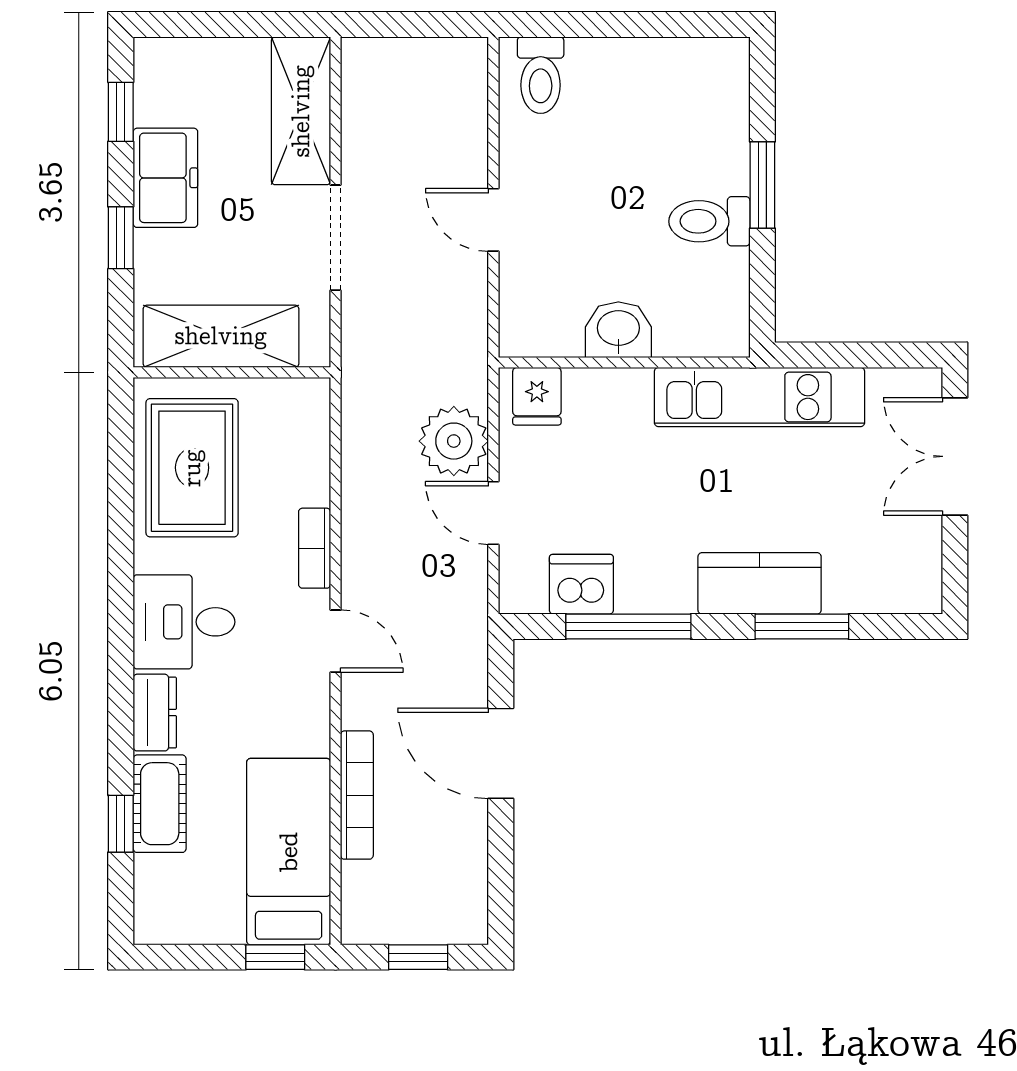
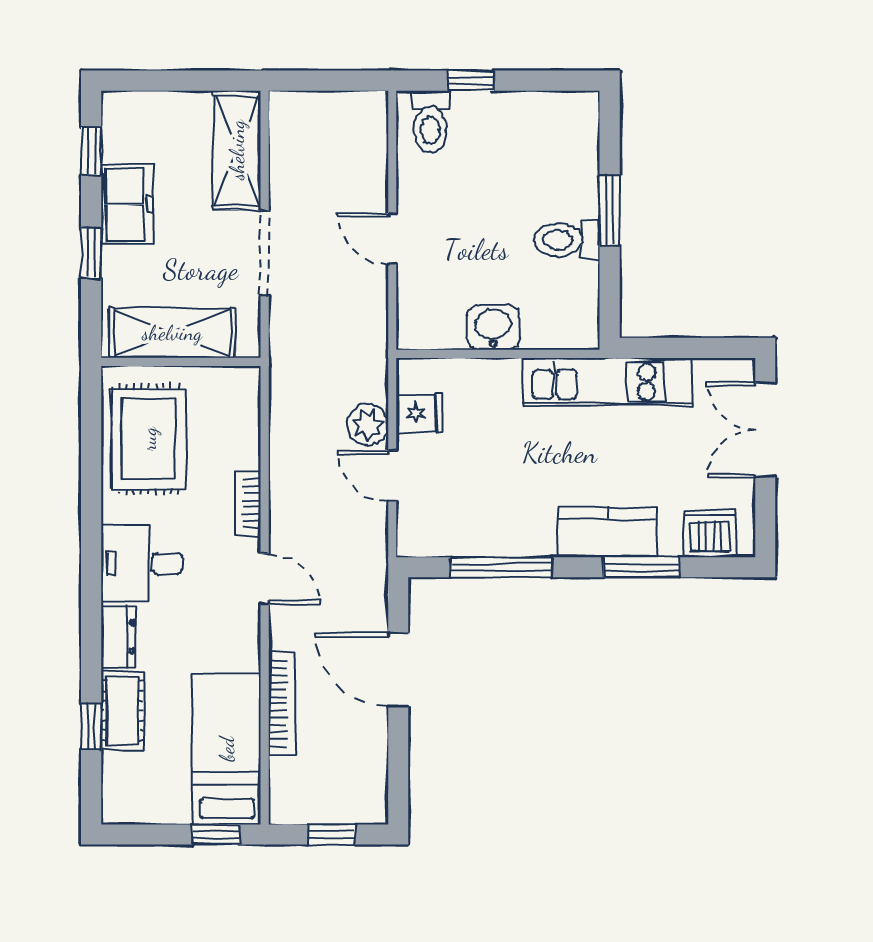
window: (591, 24) -> (471, 81), added
fridge: (537, 396) -> (420, 413), moved, turned -90
plant: (454, 441) -> (368, 425), width x0.73, depth x0.73
dishwasher: (581, 584) -> (710, 533), moved

